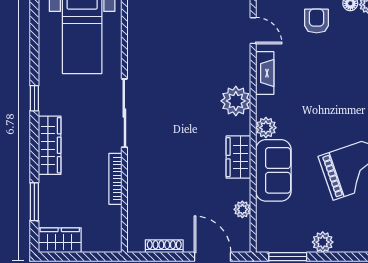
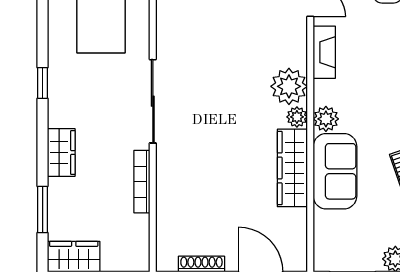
wardrobe: (50, 145) -> (61, 152), width x0.67
wardrobe: (238, 157) -> (292, 168), width x1.50
plant: (242, 209) -> (297, 117), moved

